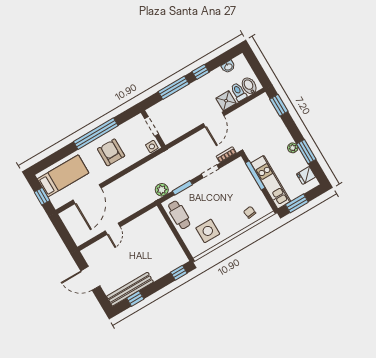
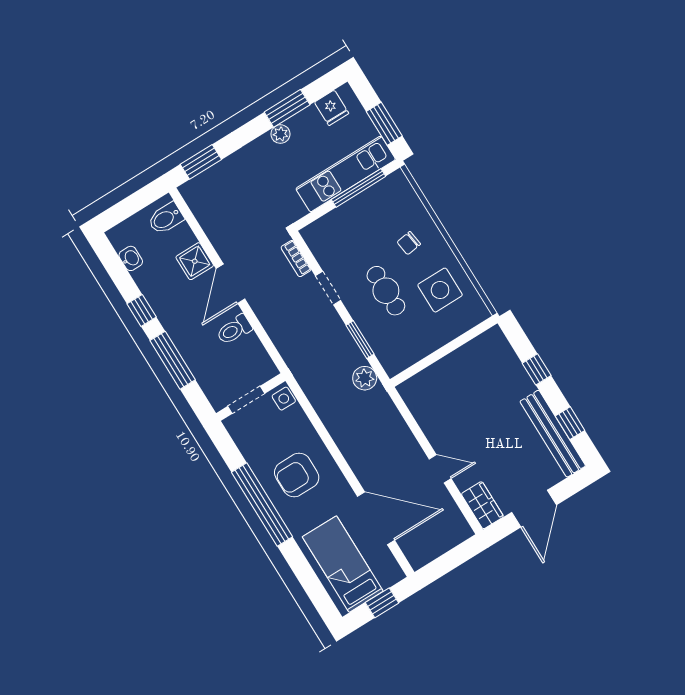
toilet: (238, 92) -> (234, 330), moved
door: (214, 120) -> (231, 284), swing flipped
window: (255, 175) -> (358, 188), moved
chair: (250, 212) -> (409, 243), moved
cafe table: (179, 215) -> (386, 291), moved, turned 90
wardrobe: (93, 251) -> (482, 505), added
window: (179, 273) -> (537, 369), moved

